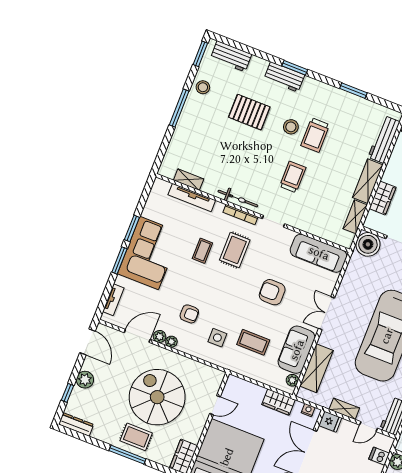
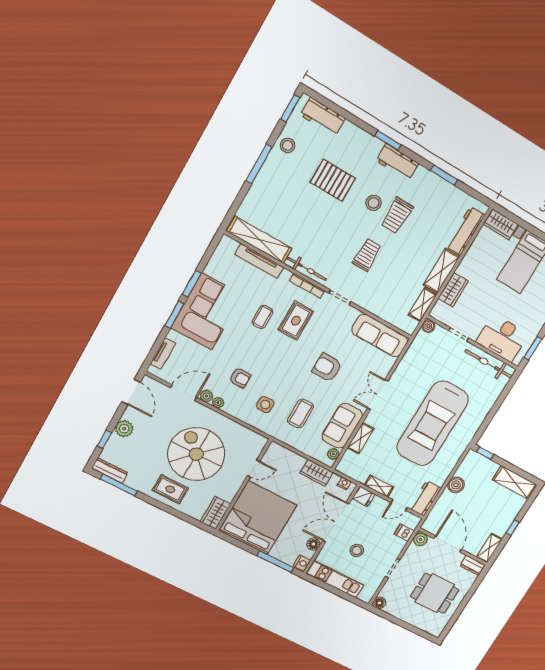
workbench: (284, 77) -> (397, 162), moved
shelving: (189, 180) -> (259, 240), width x2.20, depth x1.33
boiler: (368, 244) -> (428, 326), width x0.54, depth x0.54
coffee table: (253, 342) -> (301, 413), turned 90
shelving: (316, 368) -> (361, 438), width x0.67, depth x0.75
window: (127, 455) -> (119, 485), moved

